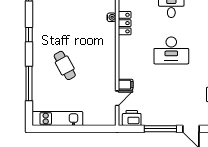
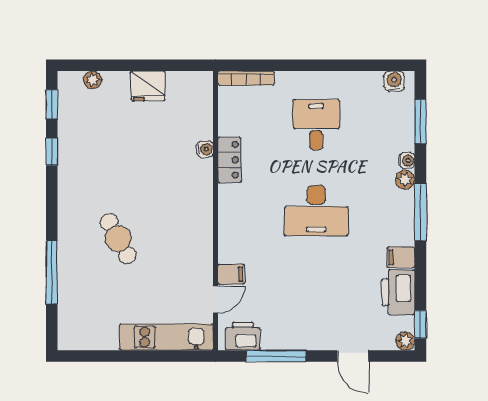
window: (29, 35) -> (52, 152), moved
kitchen unit: (57, 118) -> (166, 337), moved
window: (160, 129) -> (276, 356), moved

